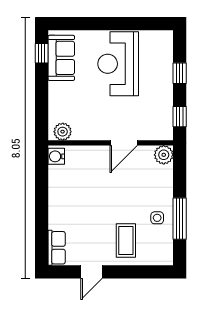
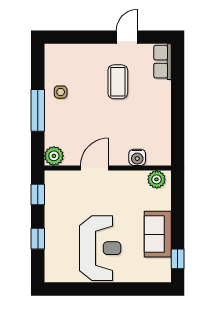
sofa: (61, 58) -> (158, 234), moved
water cooler: (56, 156) -> (137, 157), moved, turned 90
window: (180, 219) -> (38, 110), moved
coffee table: (126, 241) -> (118, 82), moved

